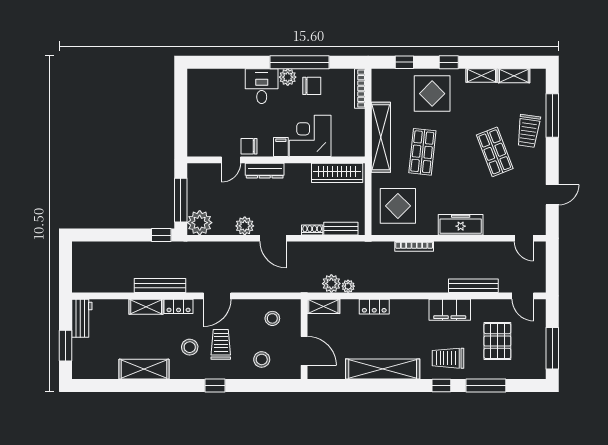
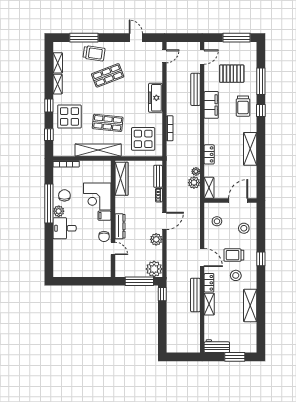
shelving: (383, 369) -> (250, 149), width x0.68

